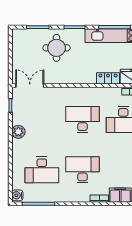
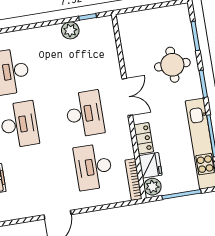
double door: (30, 86) -> (127, 97), moved
plant: (18, 132) -> (70, 30), moved

